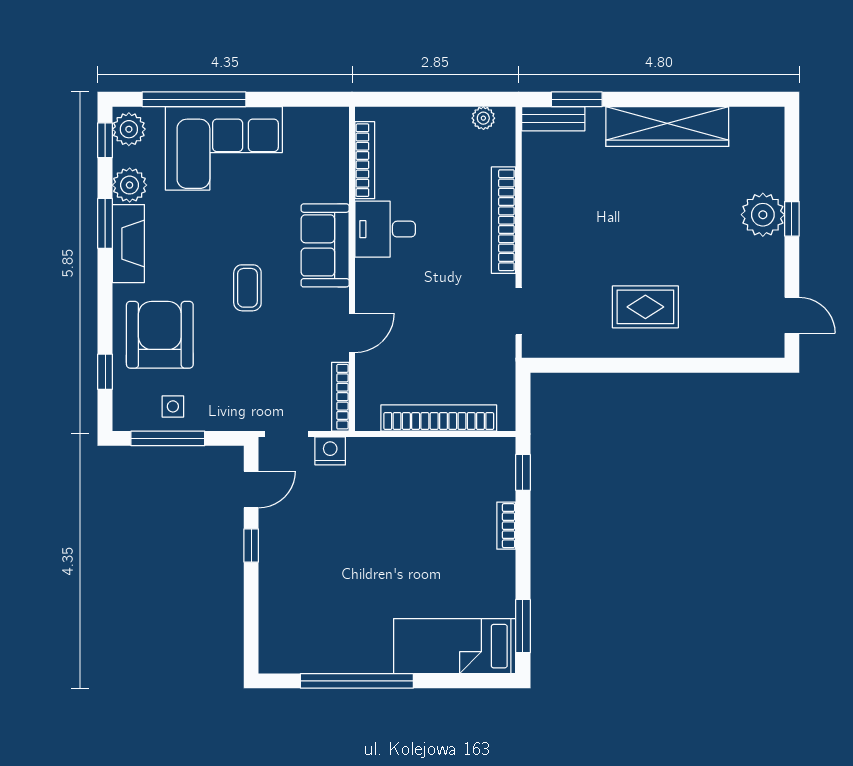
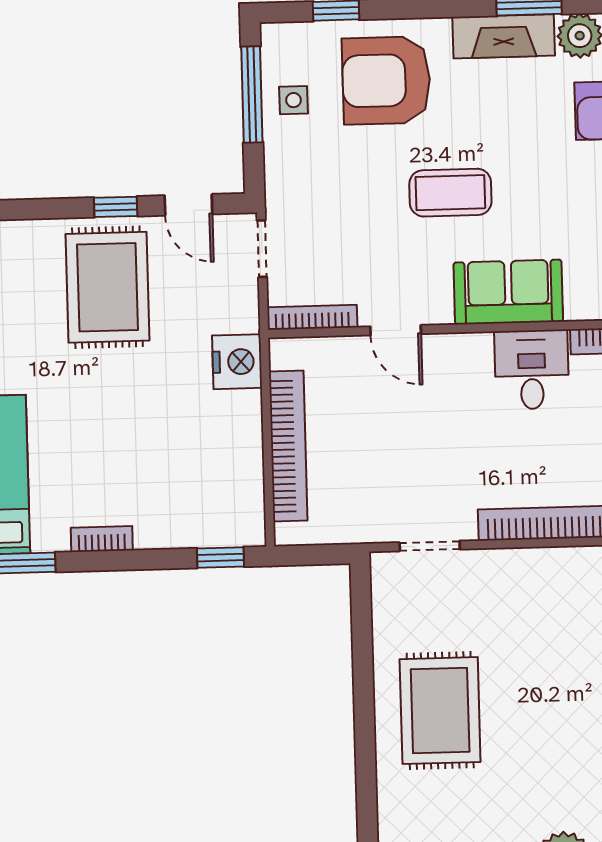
coffee table: (247, 288) -> (450, 193), width x1.36, depth x1.30
rug: (645, 307) -> (440, 711), width x1.36, depth x1.43
armchair: (160, 335) -> (386, 80), turned 180
nightstand: (330, 451) -> (237, 362), moved, width x1.36, depth x1.33
bookcase: (506, 526) -> (102, 539), moved
rug: (313, 553) -> (108, 287), added

